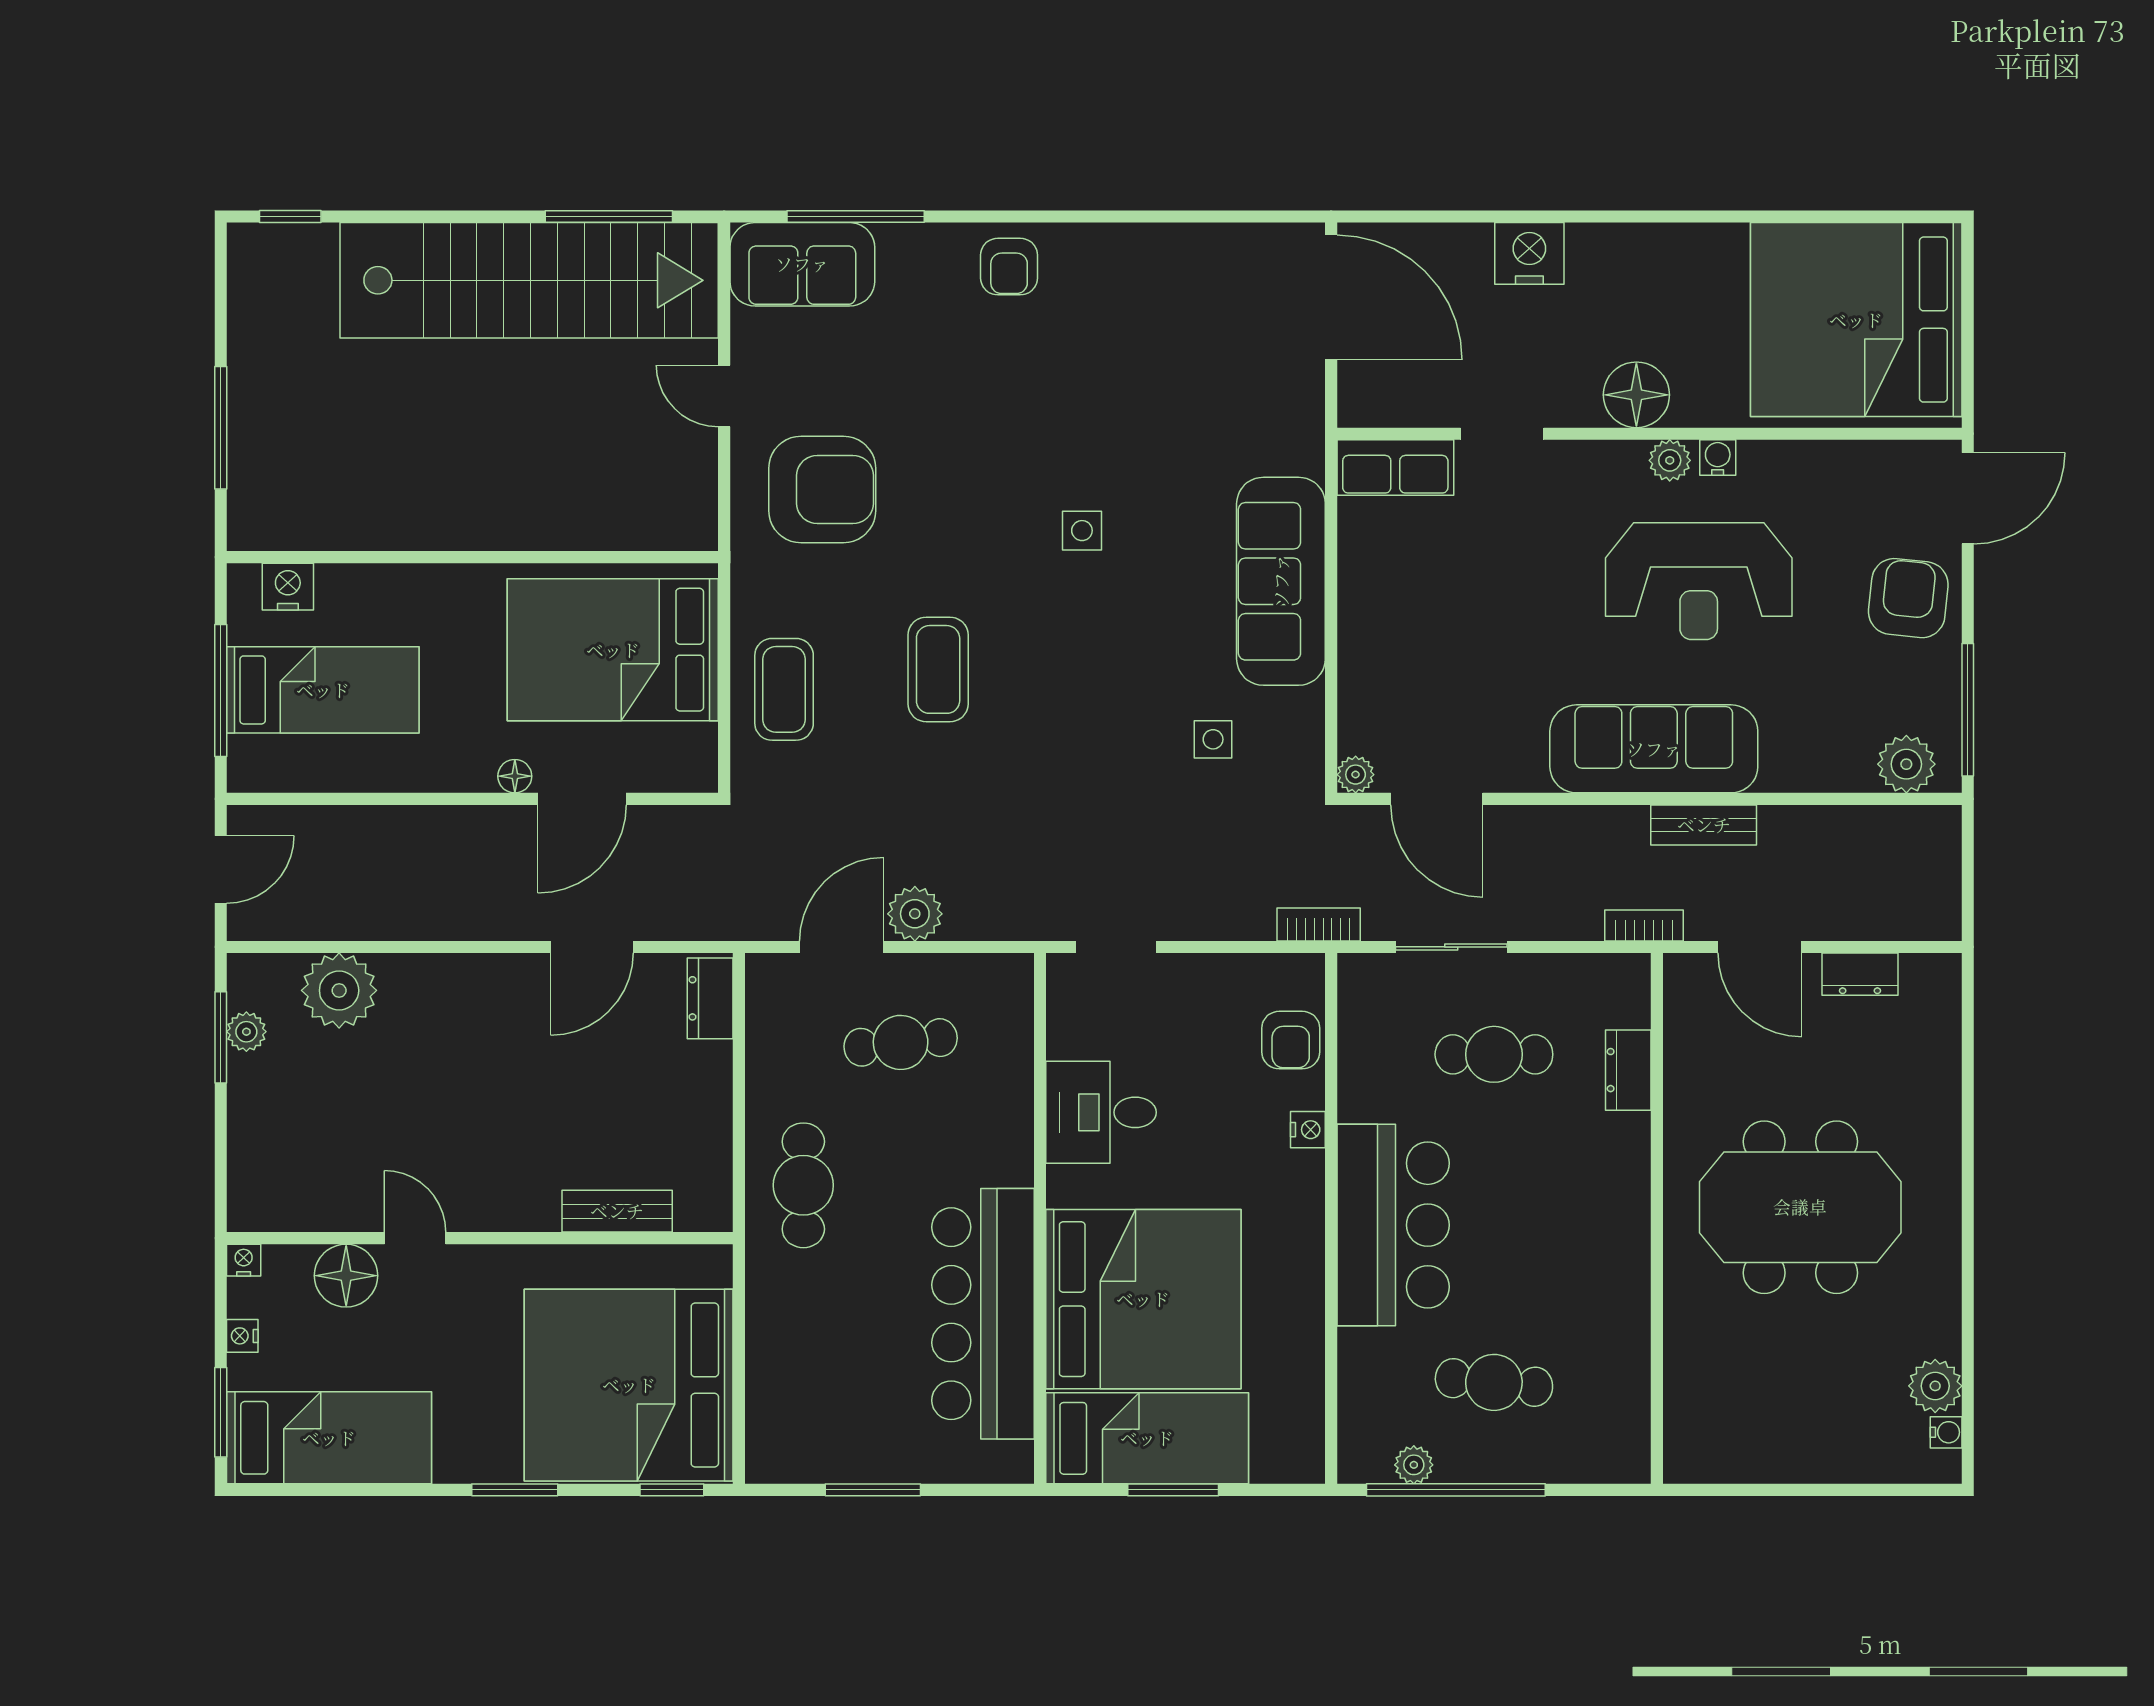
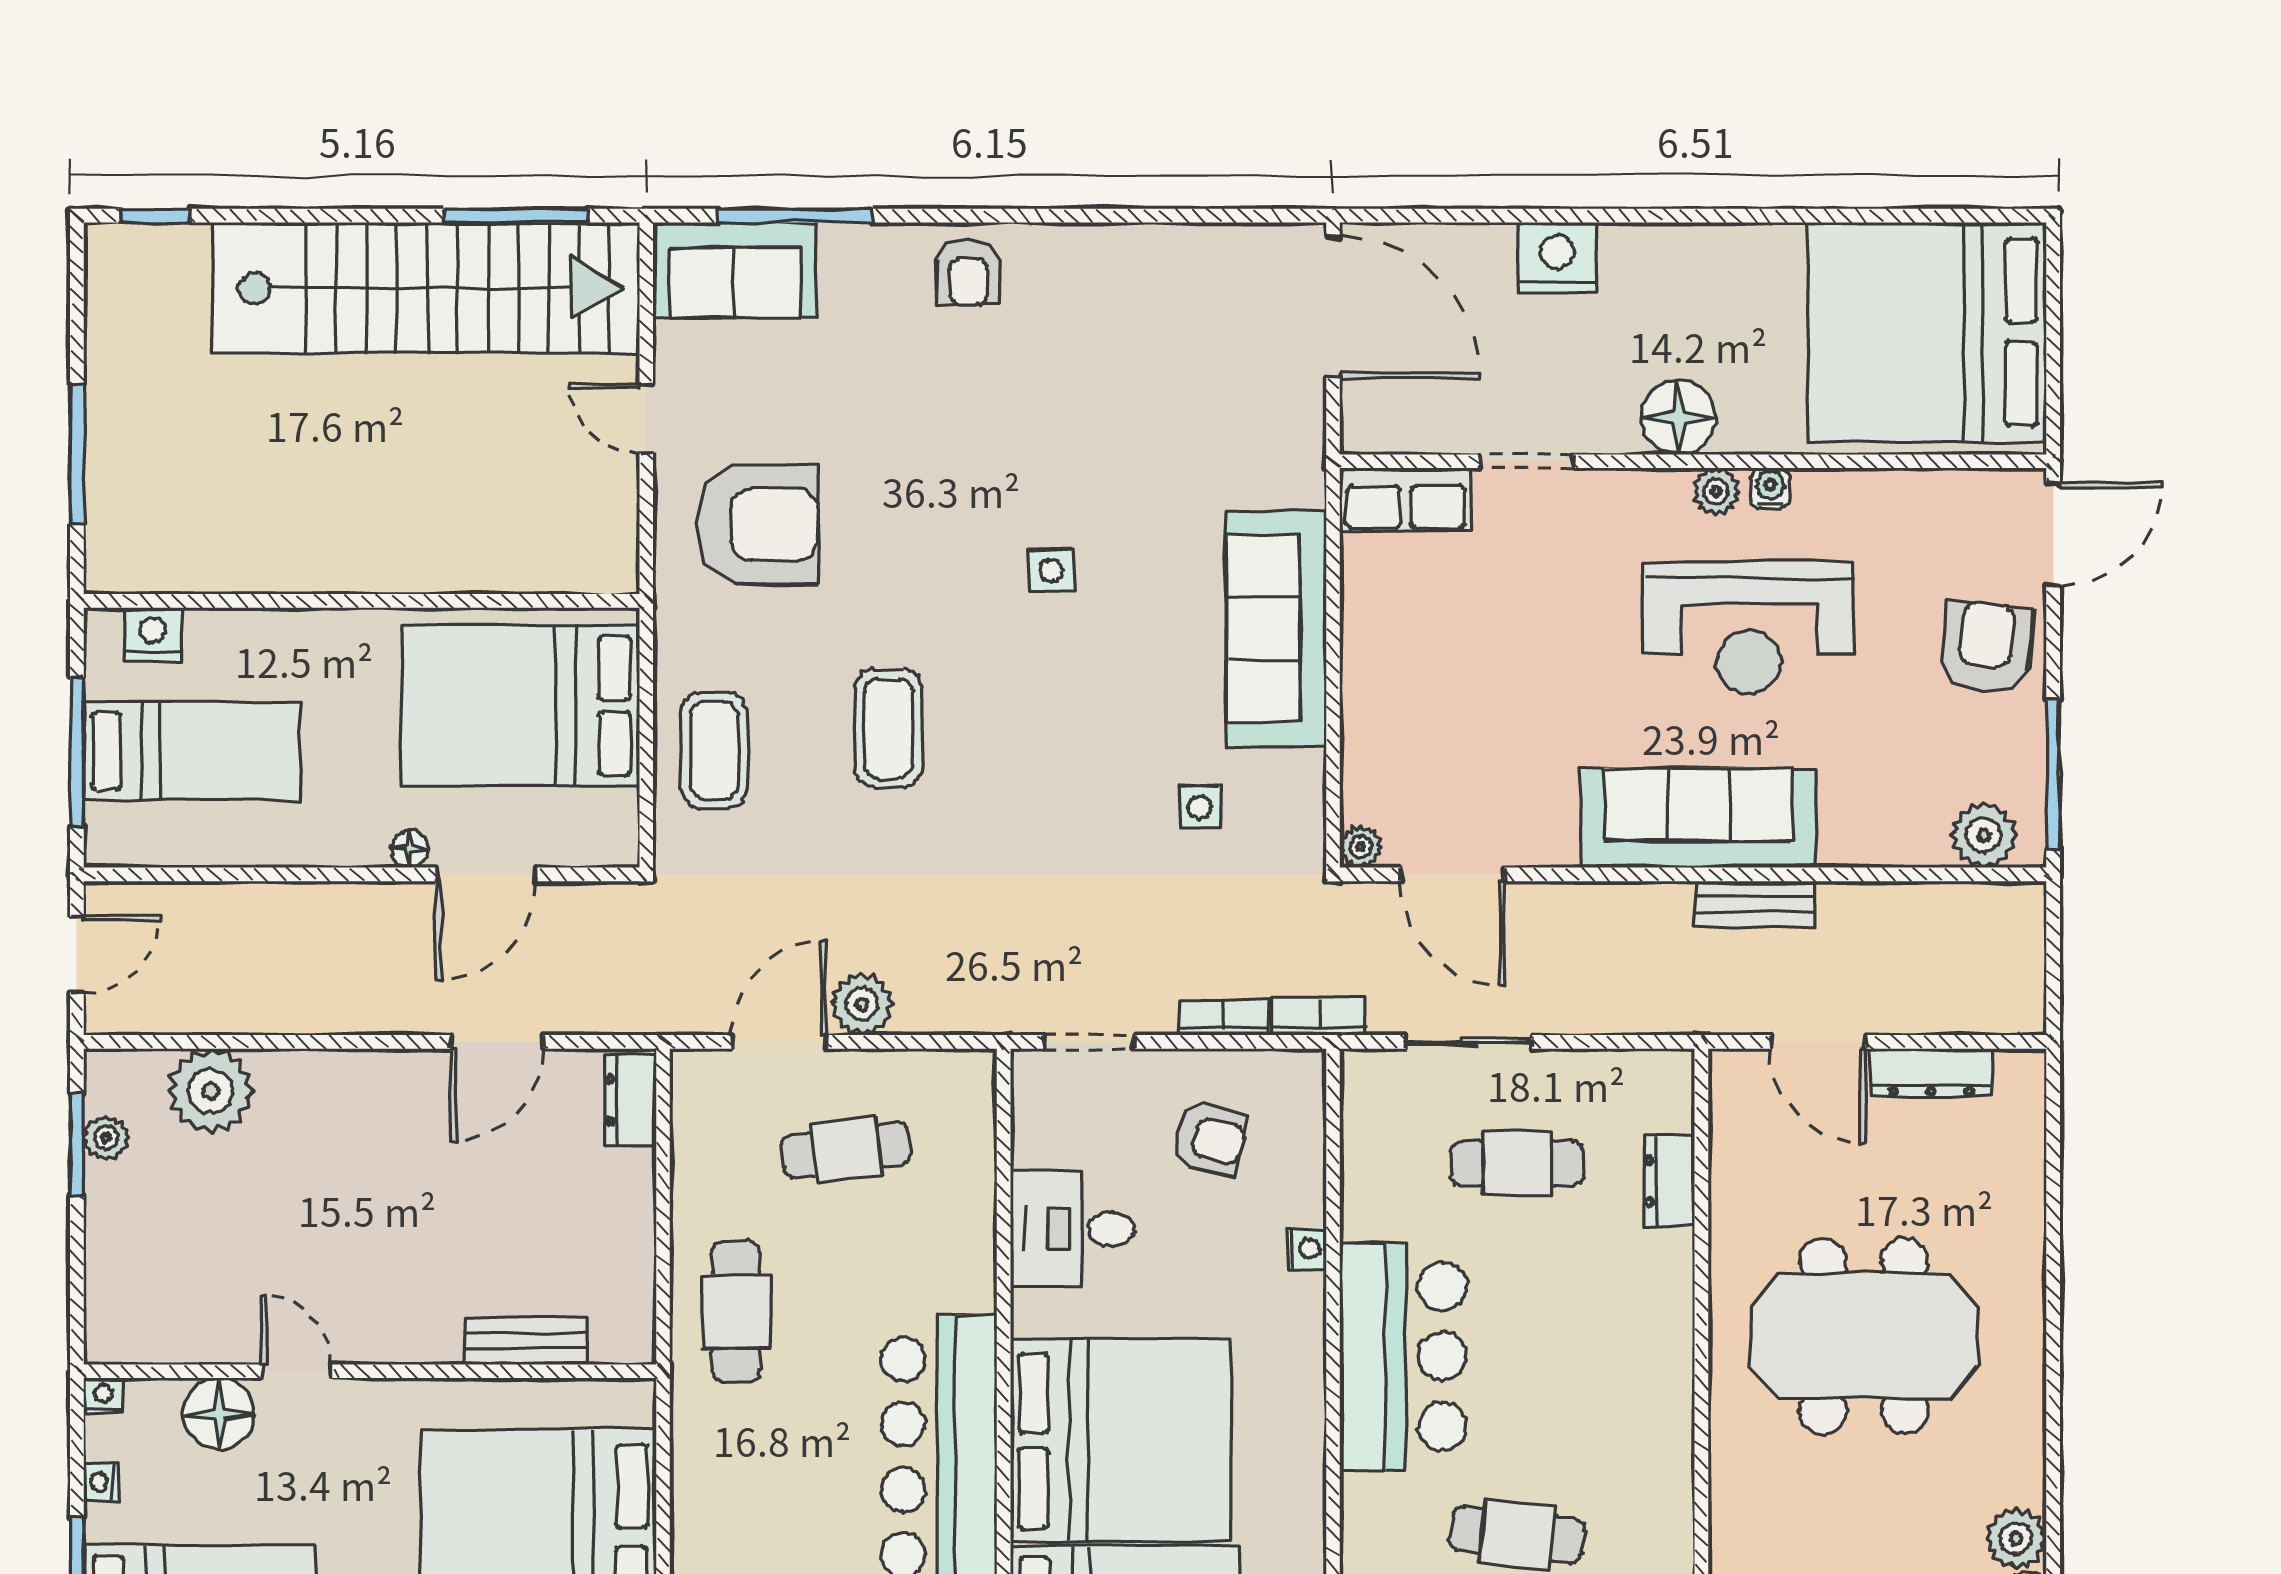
bookcase: (1644, 925) -> (1223, 1018), moved
dresser: (1860, 974) -> (1931, 1073), width x1.44
armchair: (1291, 1040) -> (1209, 1139), moved, turned -77

